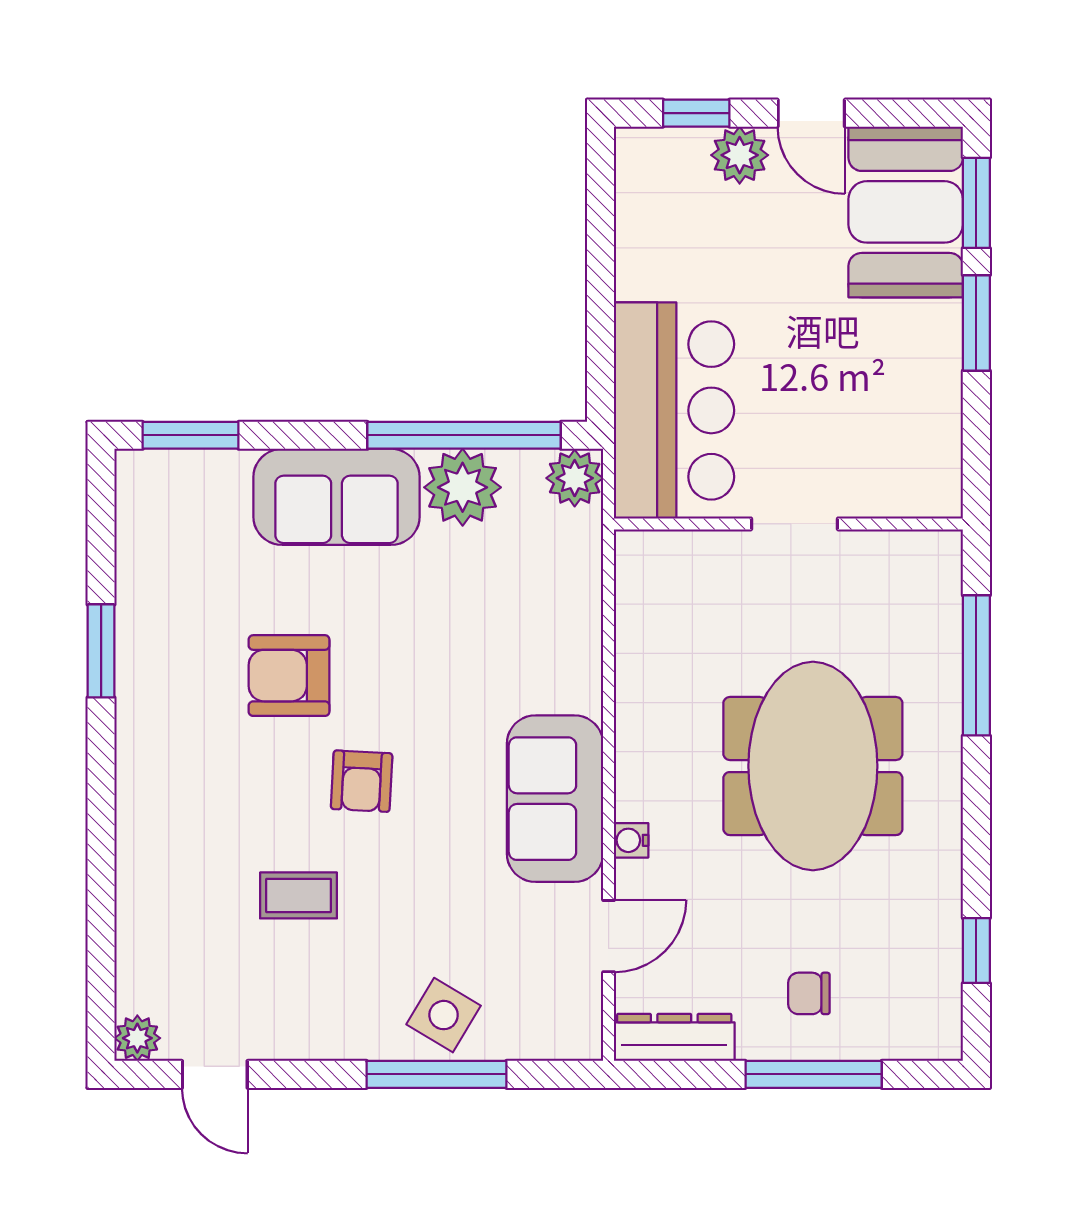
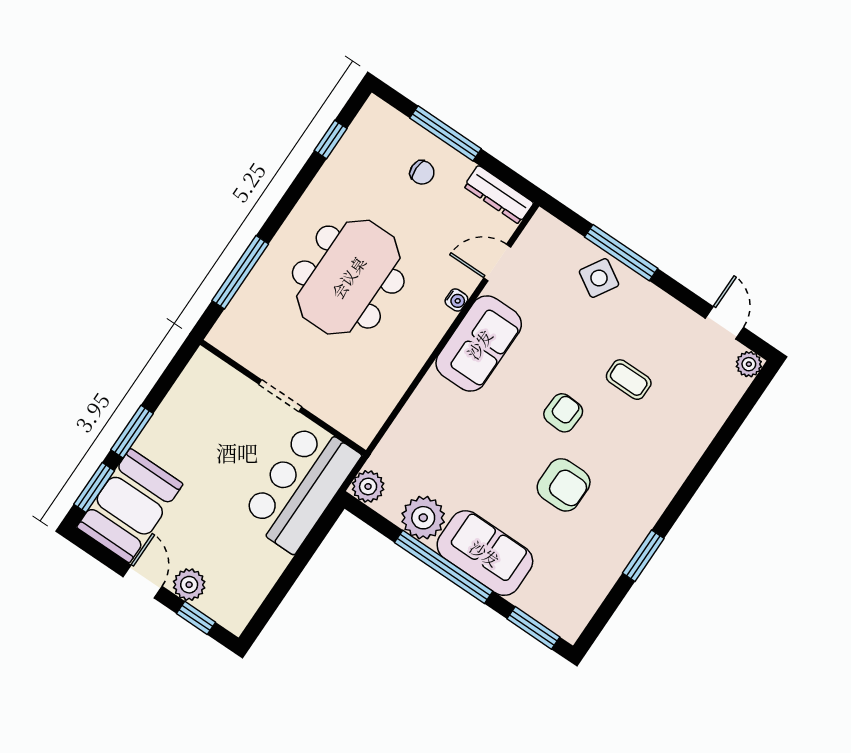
window: (464, 435) -> (444, 567), moved

